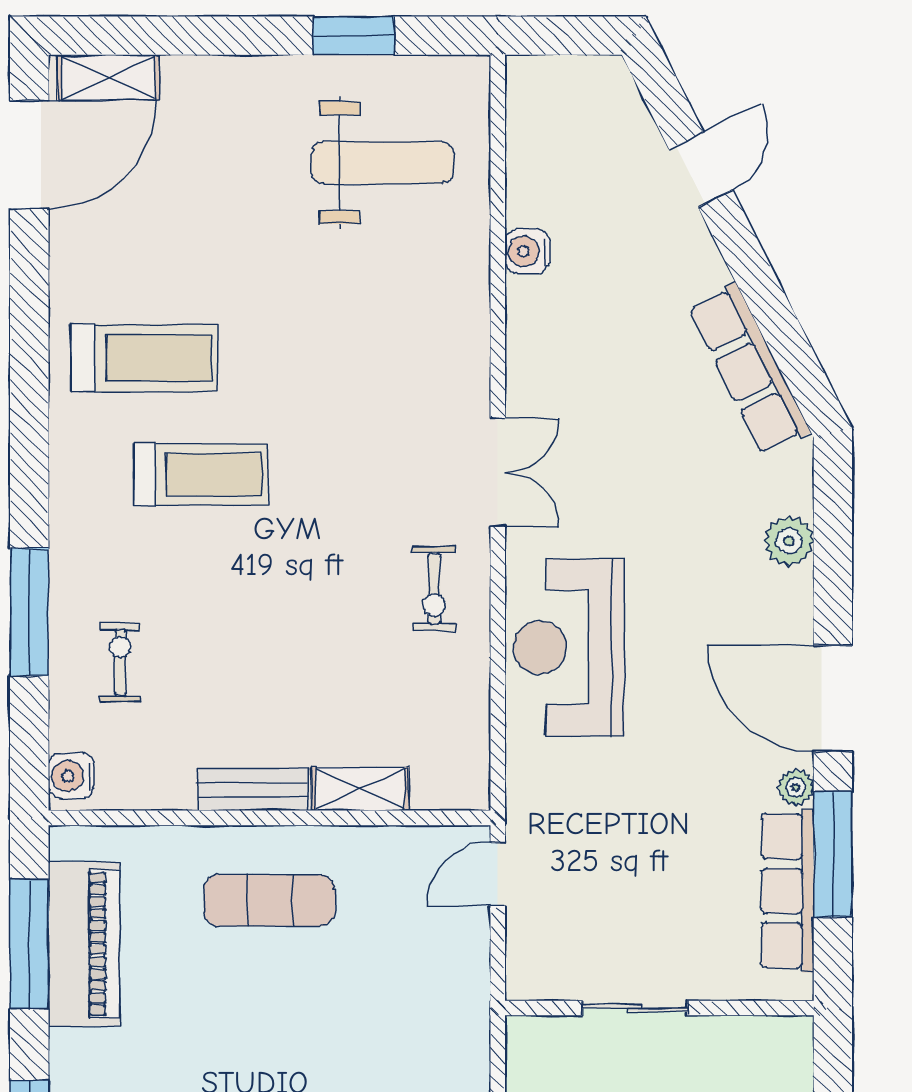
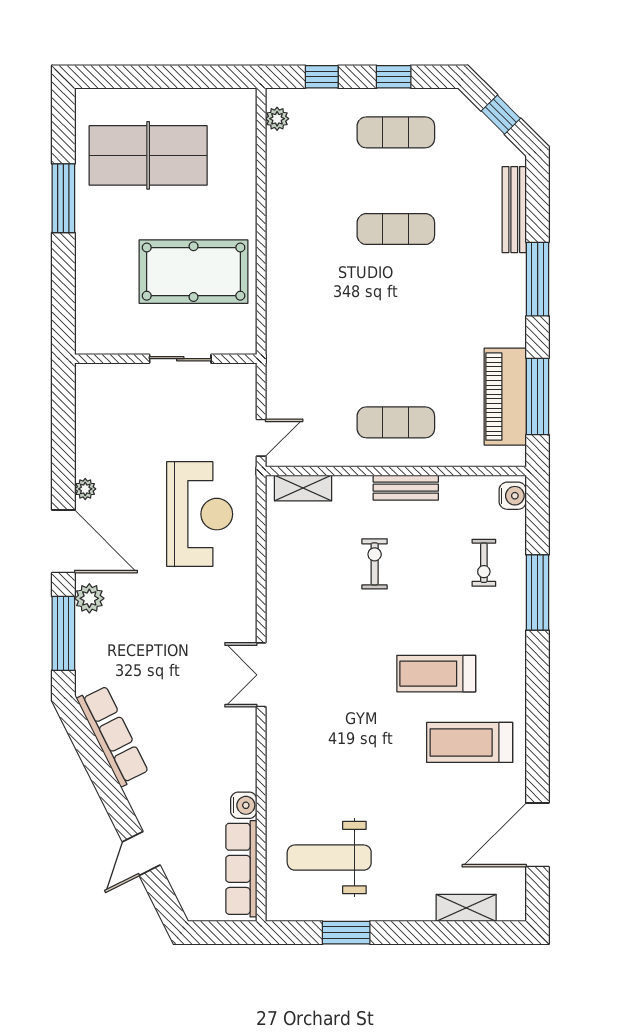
shelving: (108, 77) -> (466, 908), moved
door: (29, 155) -> (538, 835), moved
plant: (789, 541) -> (89, 598), moved
exercise bike: (434, 589) -> (375, 564), moved
reception desk: (569, 647) -> (200, 514), moved
shelving: (360, 789) -> (303, 488), moved
window: (833, 854) -> (63, 633), moved
row of seats: (788, 891) -> (241, 869), moved, turned 180

